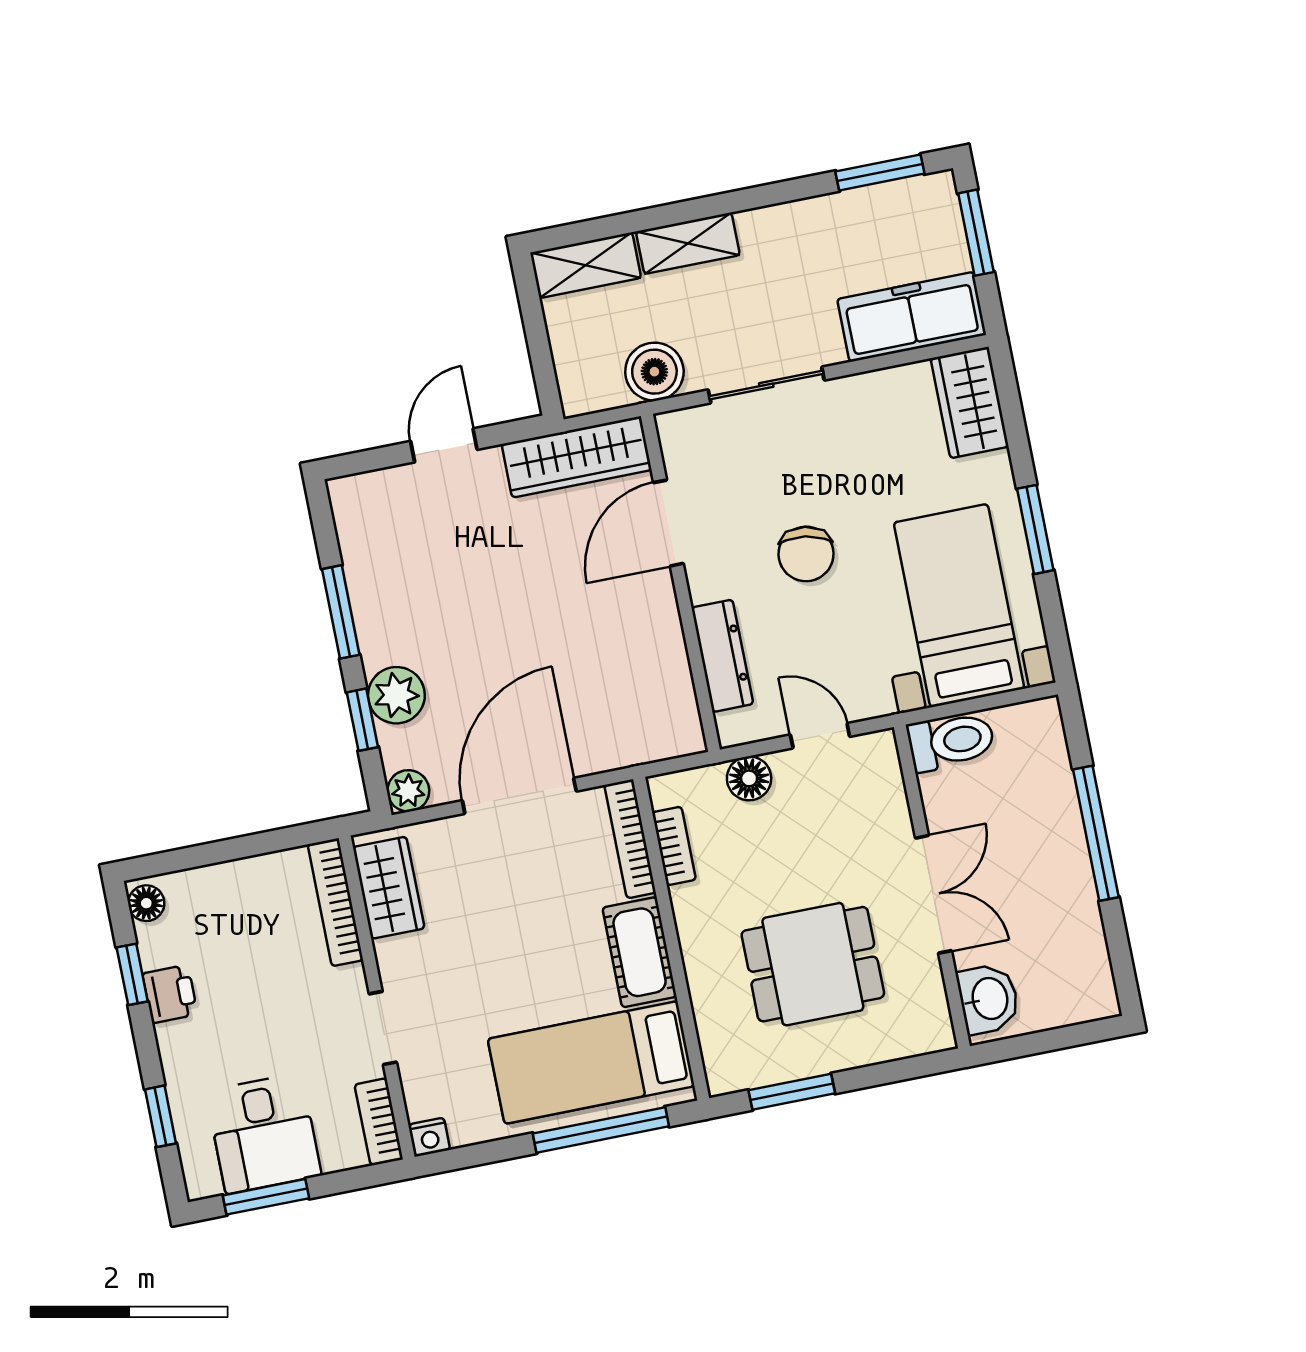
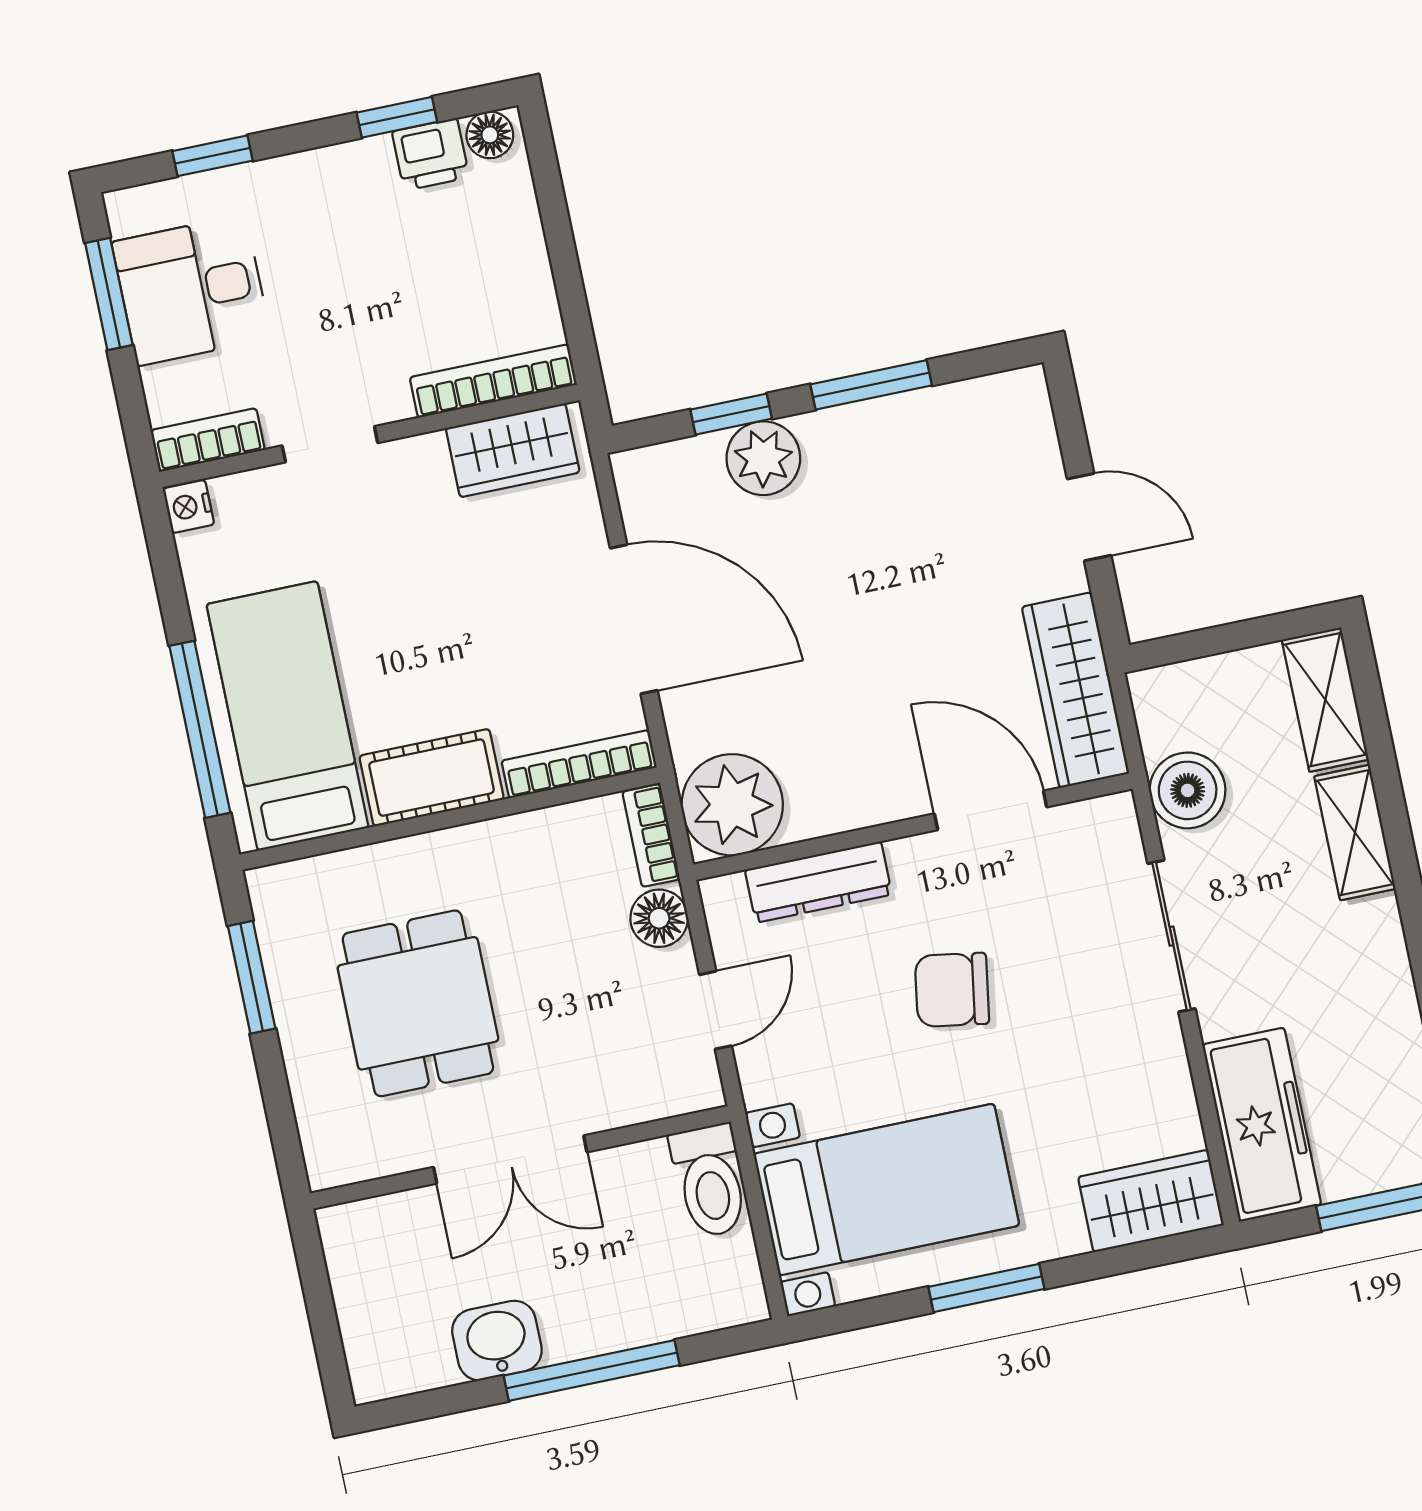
plant: (408, 791) -> (732, 805), moved, width x1.88, depth x1.88
bookcase: (674, 846) -> (651, 835), moved, turned 90
printer: (170, 994) -> (431, 154), moved
washbasin: (988, 999) -> (497, 1341), moved, turned 180

